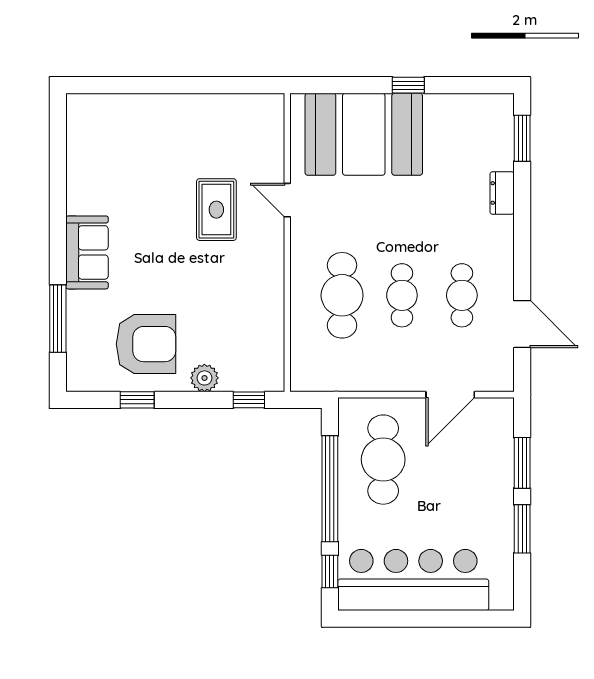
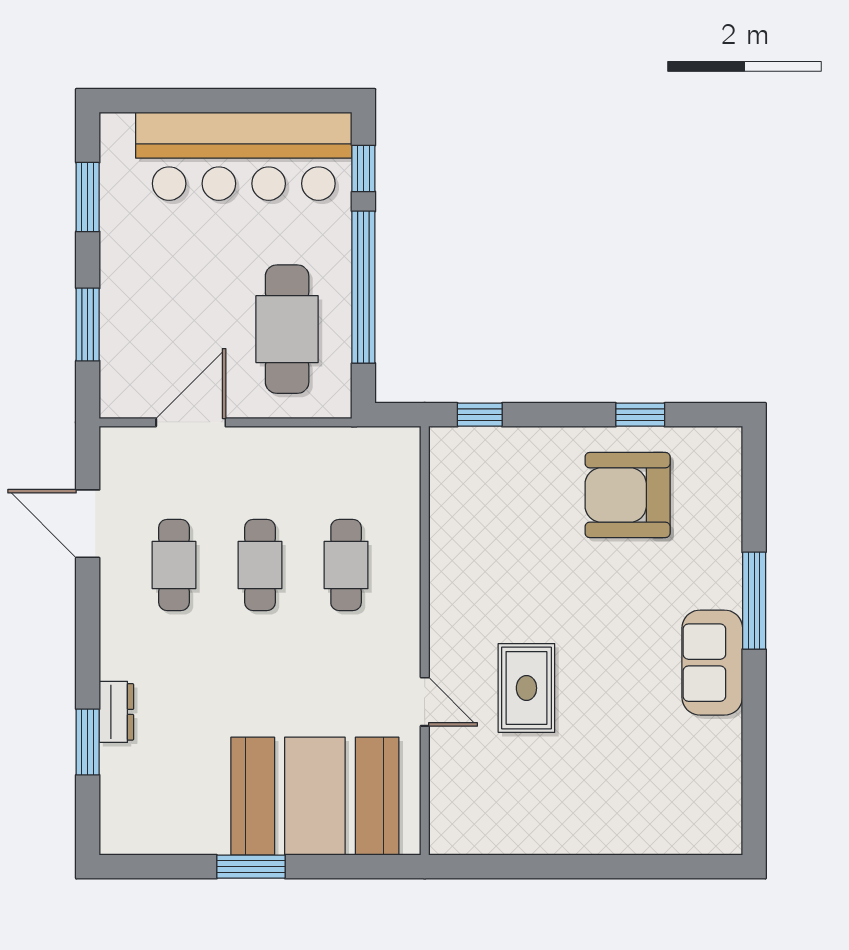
window: (408, 85) -> (251, 867), width x1.50
window: (522, 138) -> (88, 742), moved
sofa: (87, 252) -> (712, 663), moved
cafe table: (342, 295) -> (346, 565), width x0.73, depth x0.74
window: (58, 319) -> (754, 601), moved
plant: (204, 378) -> (544, 446), removed
window: (522, 529) -> (88, 197), moved

